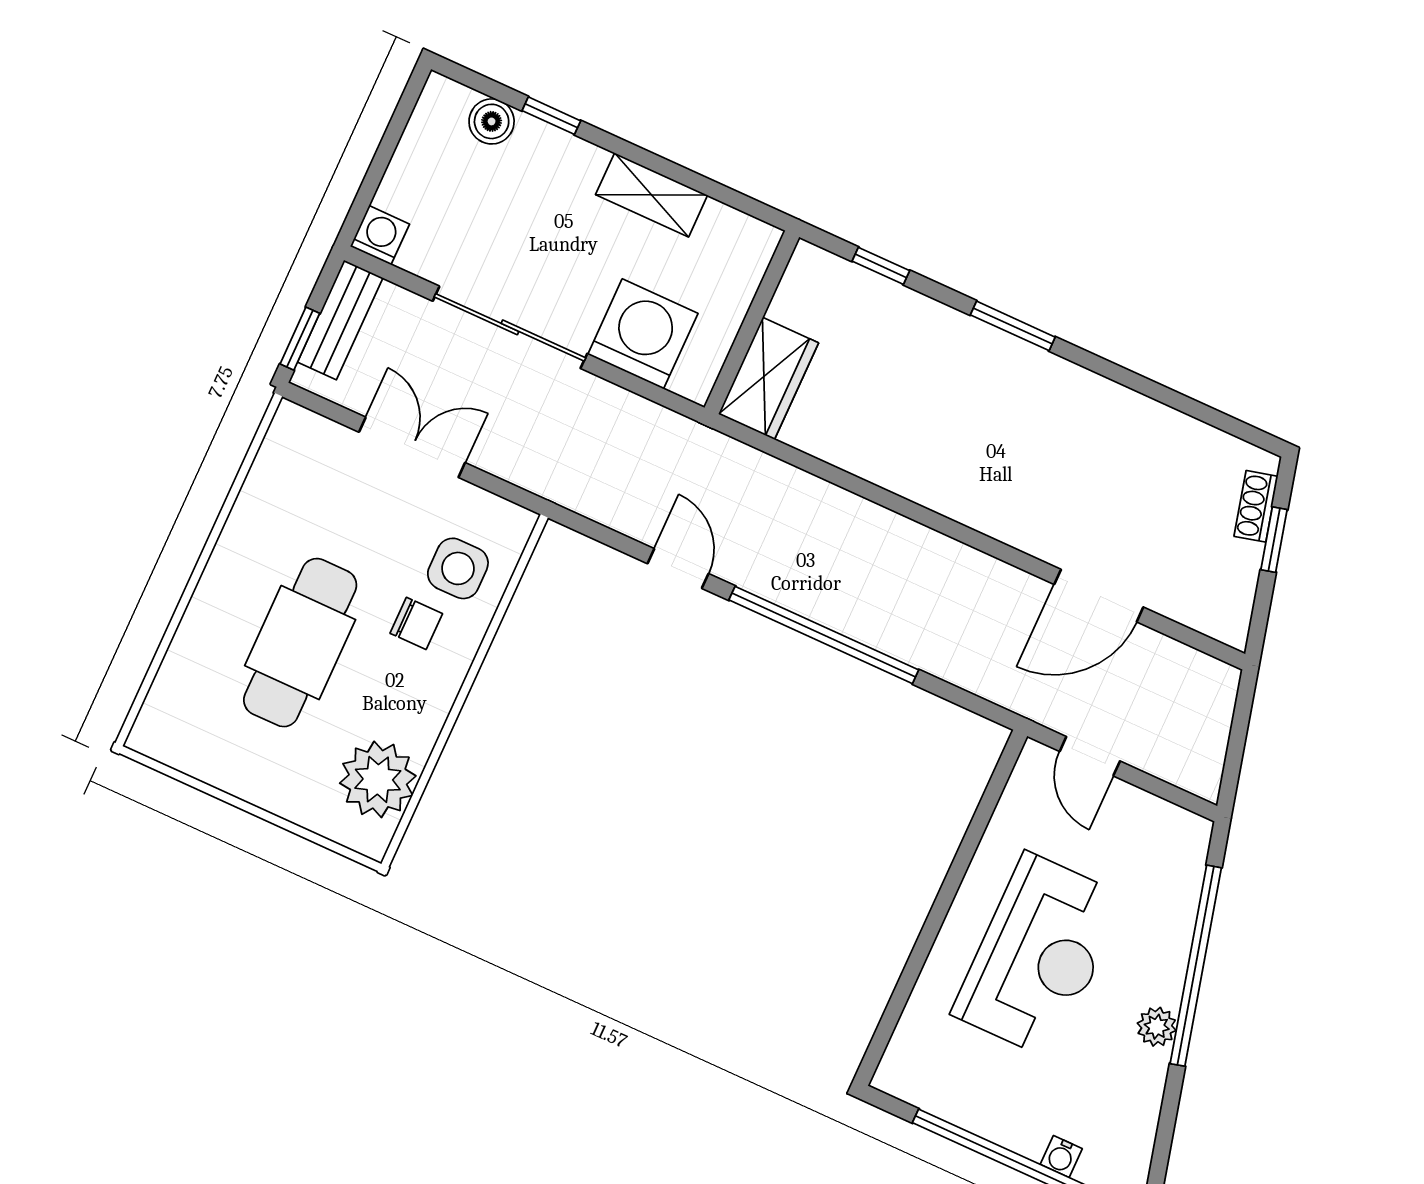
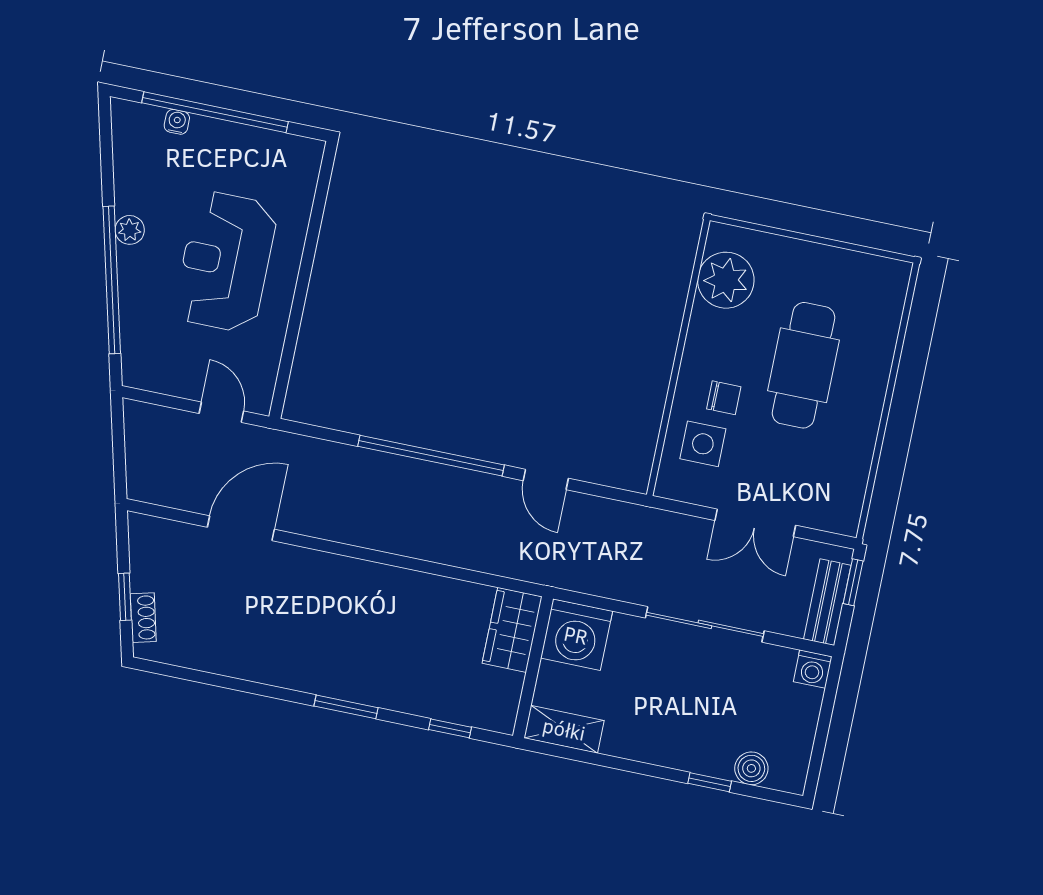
shelving: (652, 195) -> (564, 729), moved
washing machine: (643, 334) -> (576, 635), moved
chair: (416, 623) -> (724, 398), turned 180

